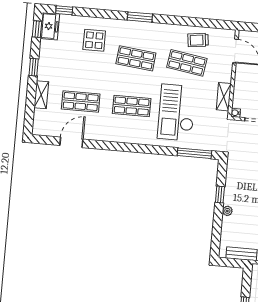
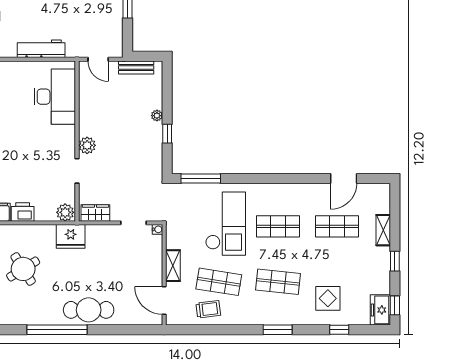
window: (64, 10) -> (339, 330), moved
shelving: (224, 97) -> (173, 266), moved

